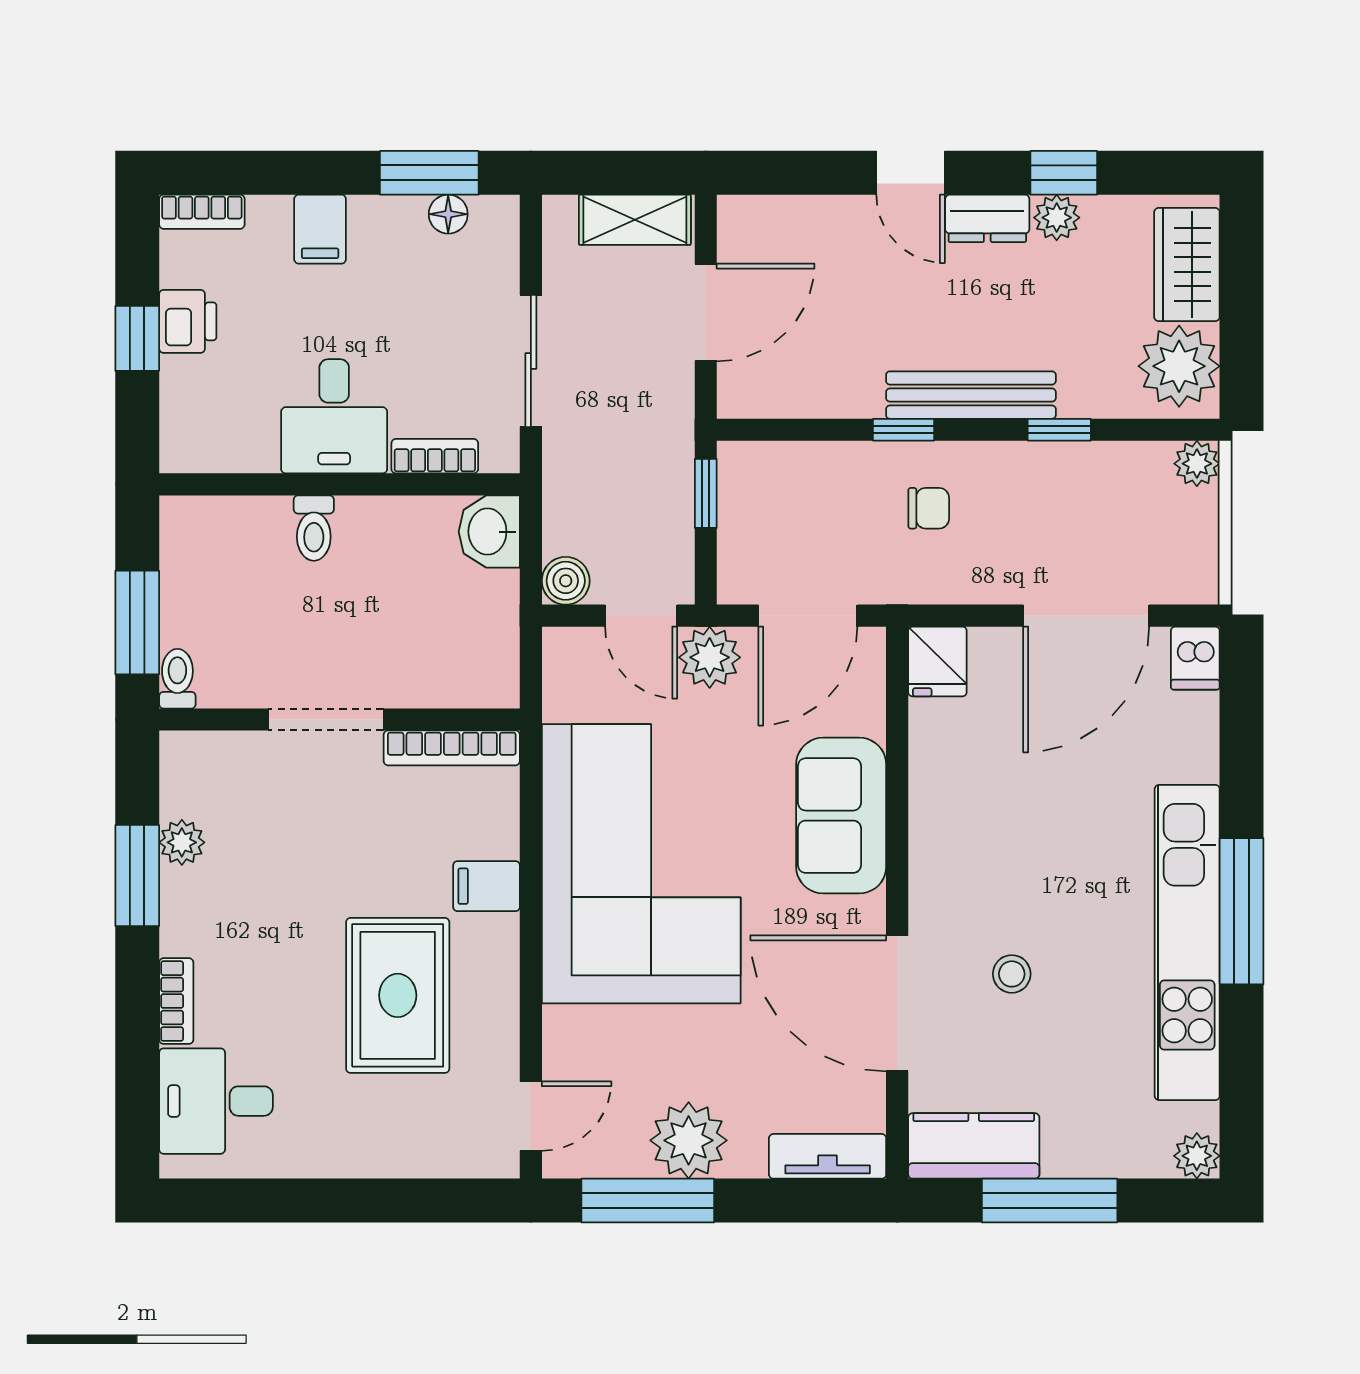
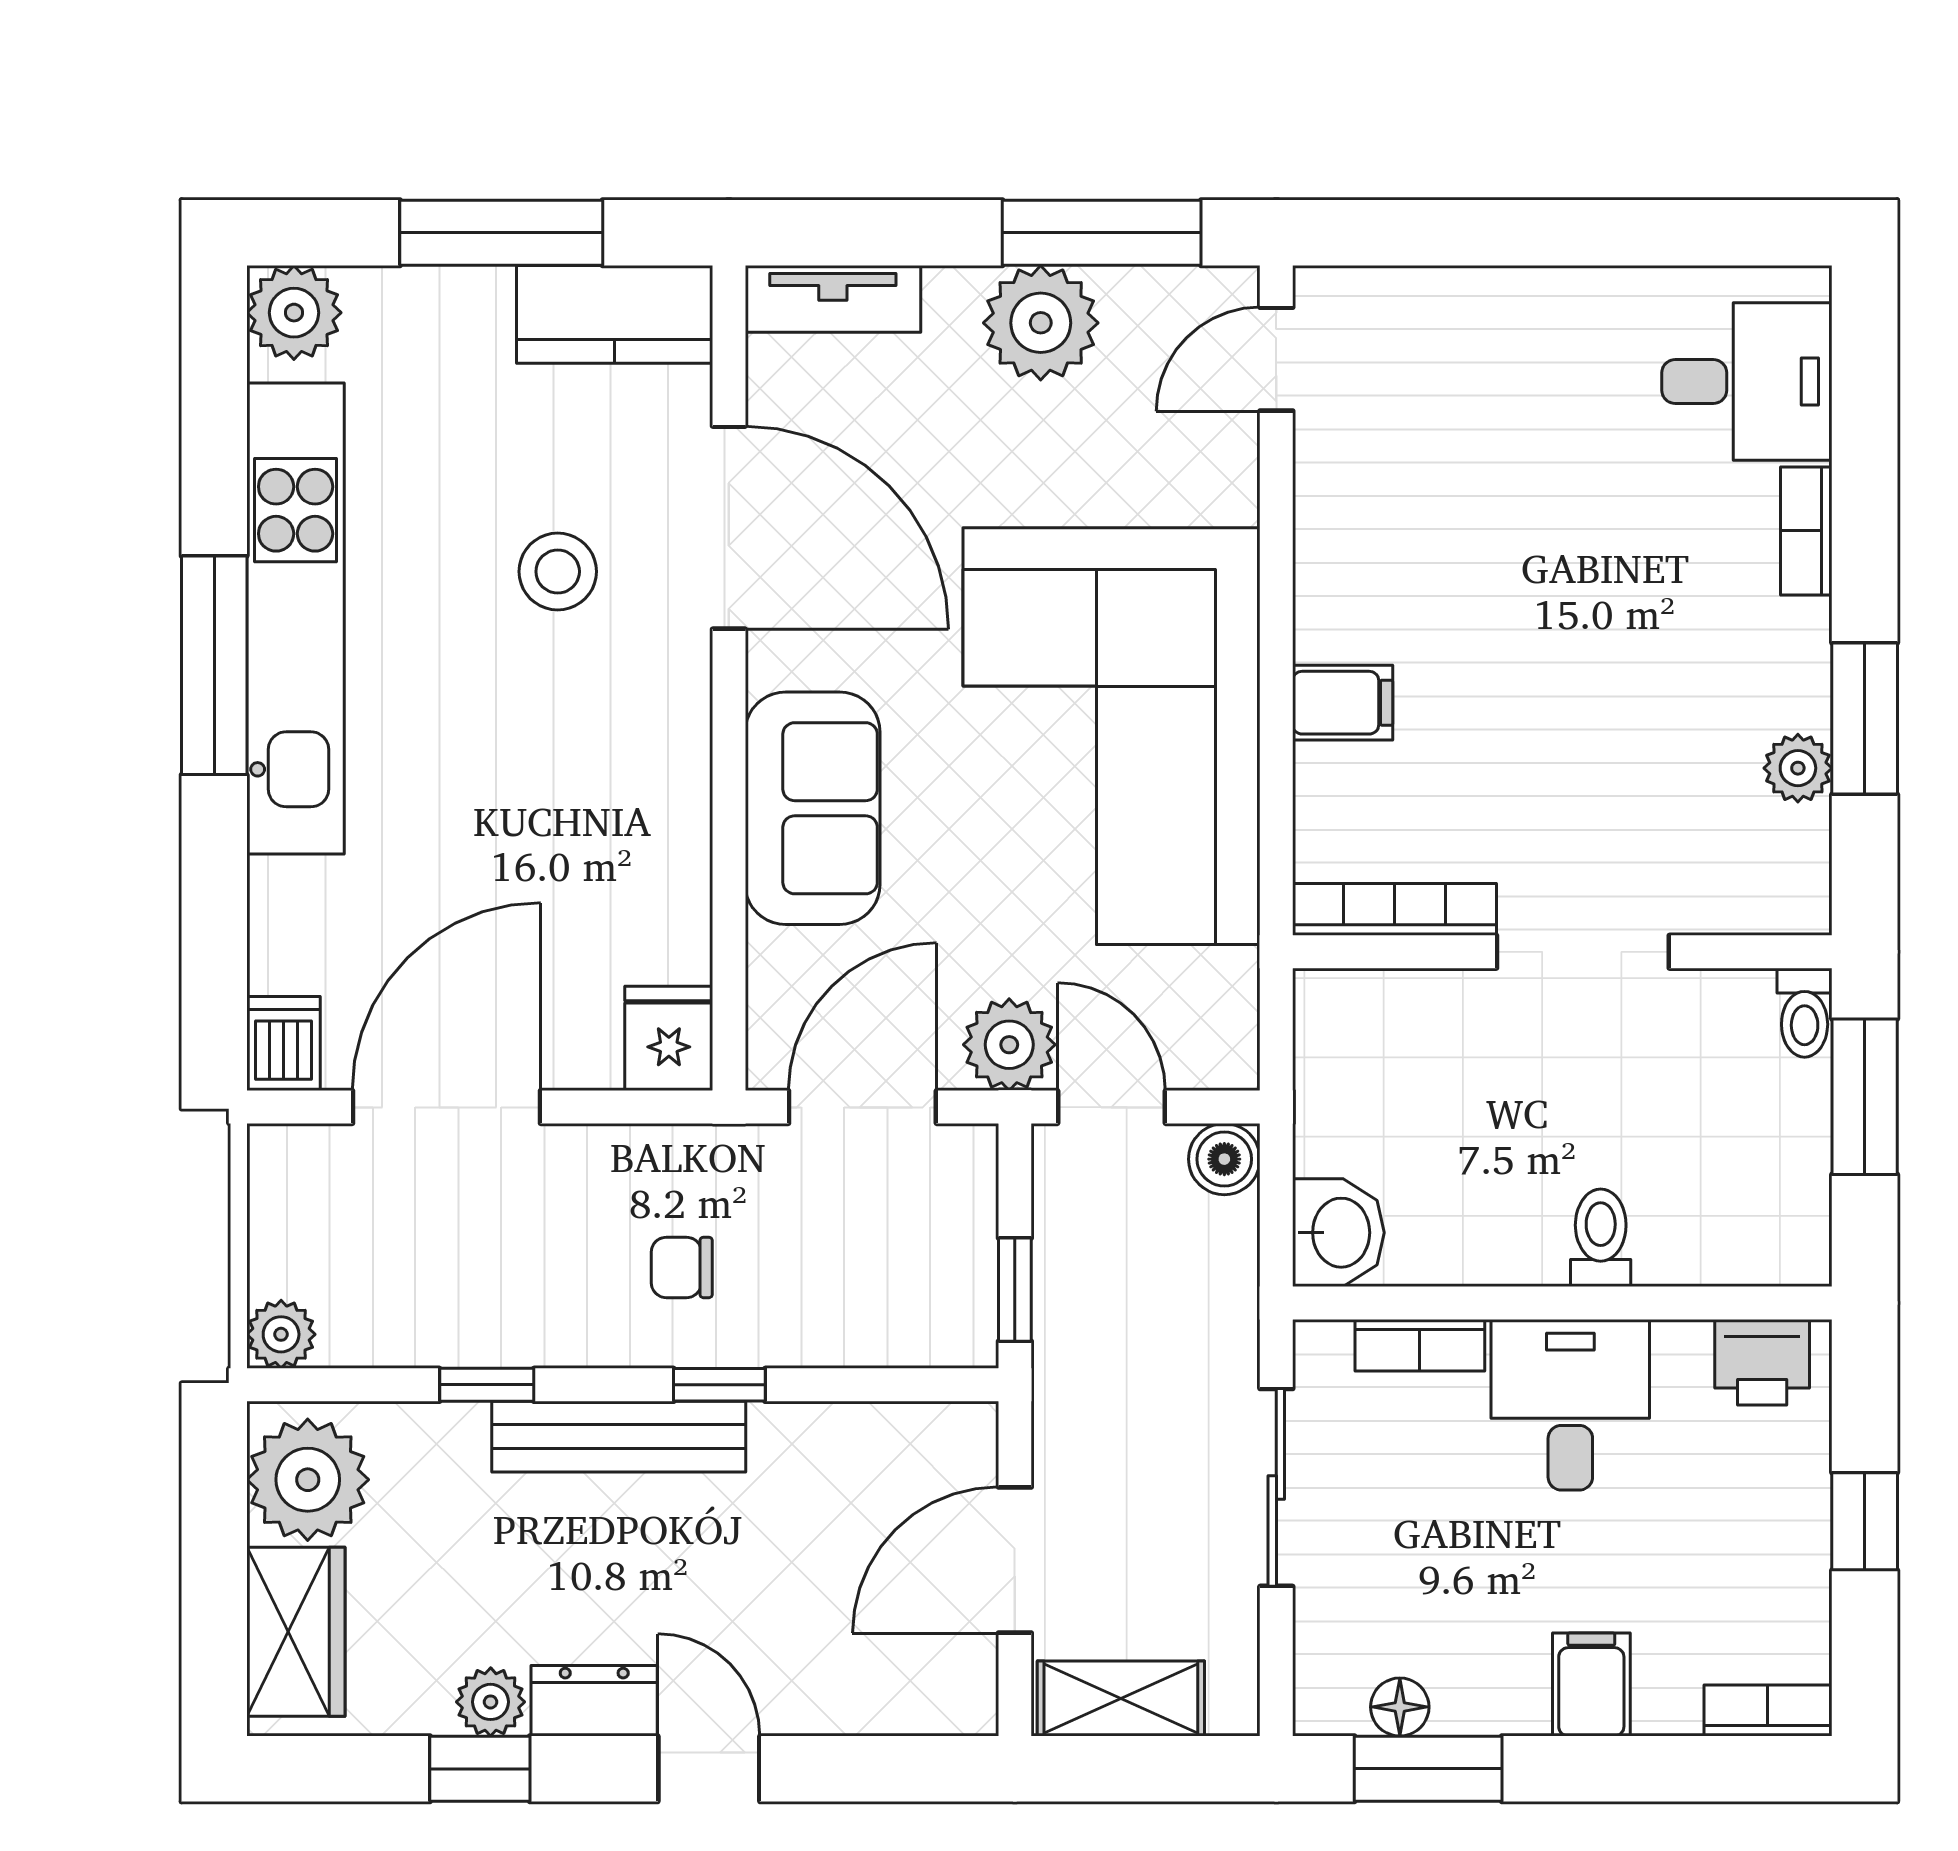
printer: (188, 321) -> (1762, 1362), moved, turned -90
stool: (1012, 974) -> (558, 572), width x1.37, depth x1.37
rug: (398, 995) -> (1475, 539), removed
plant: (1197, 1156) -> (294, 313), width x1.38, depth x1.38

